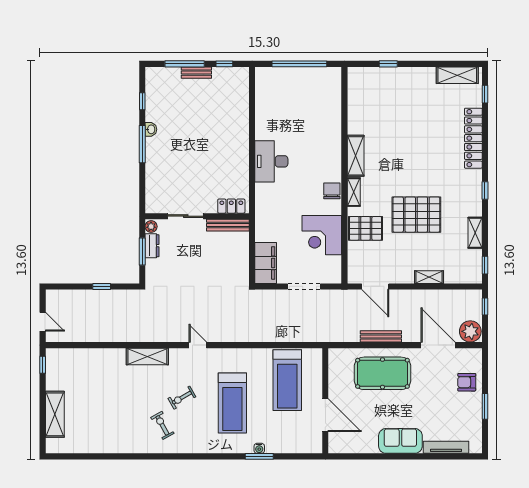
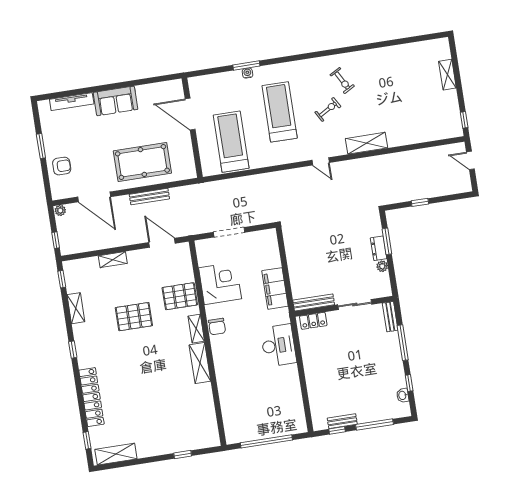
bench: (196, 73) -> (342, 421), moved
washbasin: (151, 129) -> (403, 395), moved
bench: (151, 173) -> (390, 317), added
locker: (231, 206) -> (313, 321), moved
pallet: (416, 215) -> (134, 317), width x0.73, depth x0.71
sliding door: (186, 216) -> (355, 305), moved
wall: (197, 216) -> (344, 306), moved
bench: (228, 225) -> (314, 302), moved
filing cabinet: (266, 263) -> (275, 288), moved
plant: (470, 331) -> (60, 210), width x0.53, depth x0.53
shelving: (55, 414) -> (447, 75), width x0.67, depth x0.75

